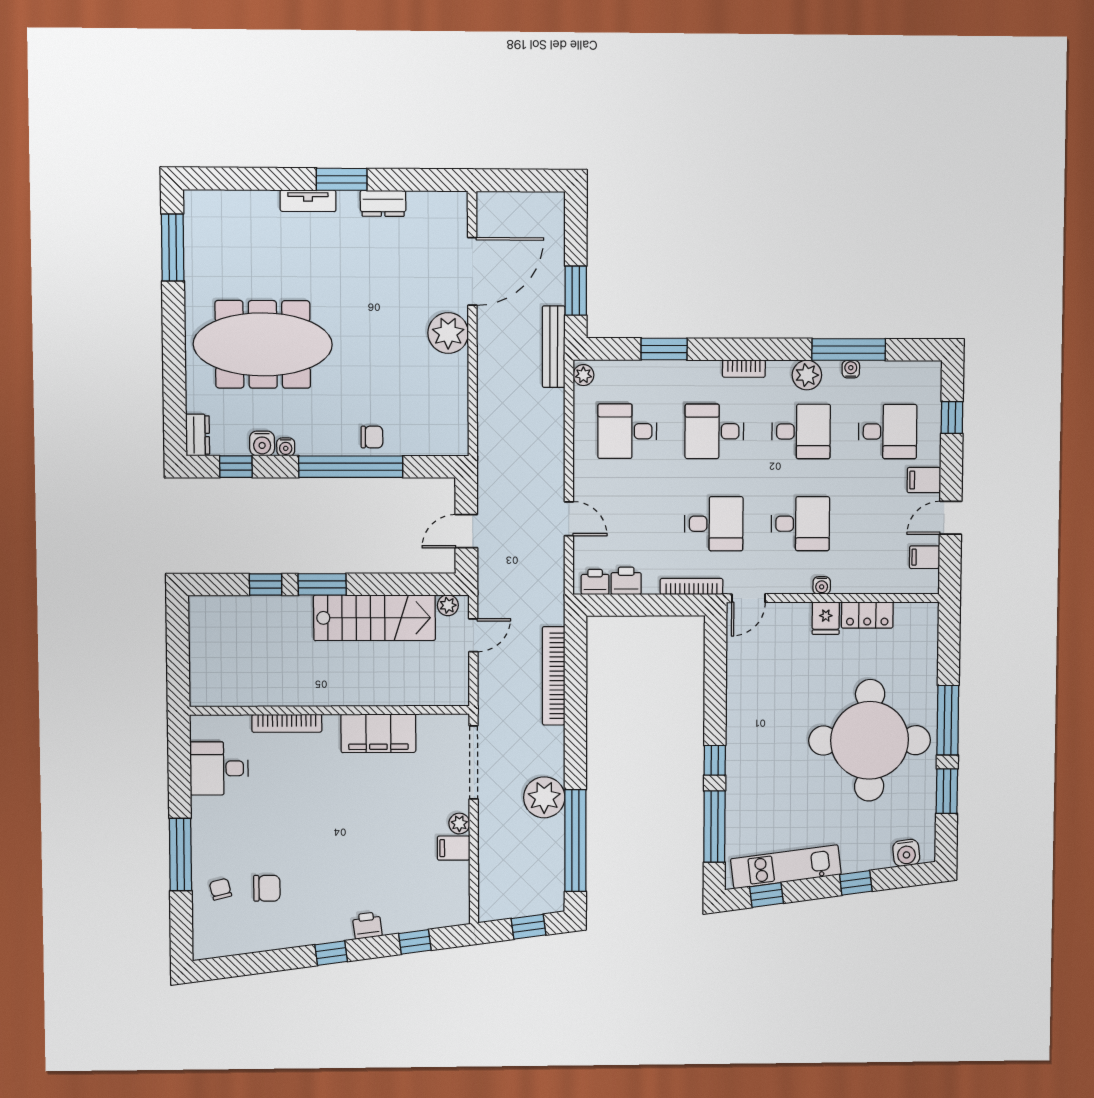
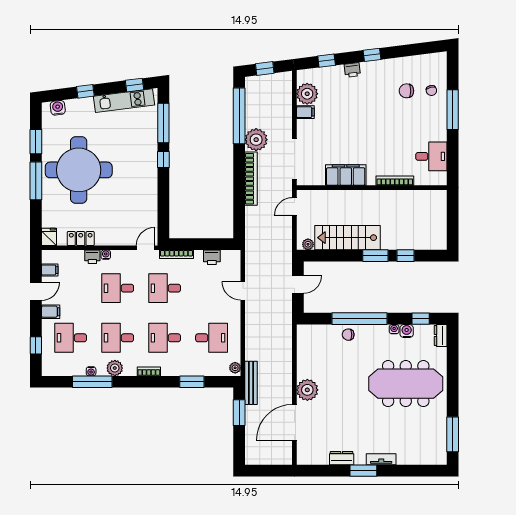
desk: (714, 431) -> (165, 338), turned 180
printer: (595, 582) -> (92, 257), moved
fridge: (826, 618) -> (49, 237), moved
door: (473, 635) -> (294, 207), moved
bookcase: (554, 676) -> (251, 179), moved
plant: (459, 824) -> (307, 94), moved, width x1.87, depth x1.87

